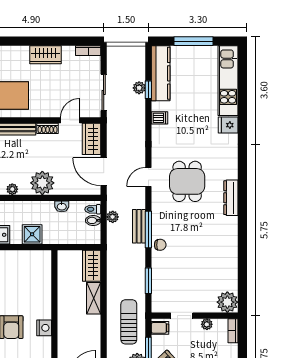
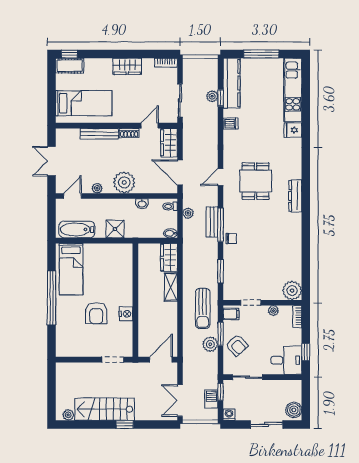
bidet: (93, 220) -> (170, 233), moved
sun lounger: (129, 322) -> (203, 308), turned 180

